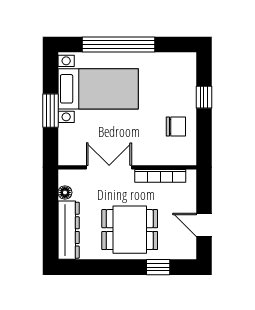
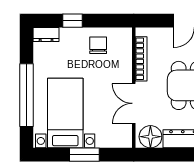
dresser: (188, 67) -> (46, 35), added
floor lamp: (65, 192) -> (150, 137), width x1.89, depth x1.89

